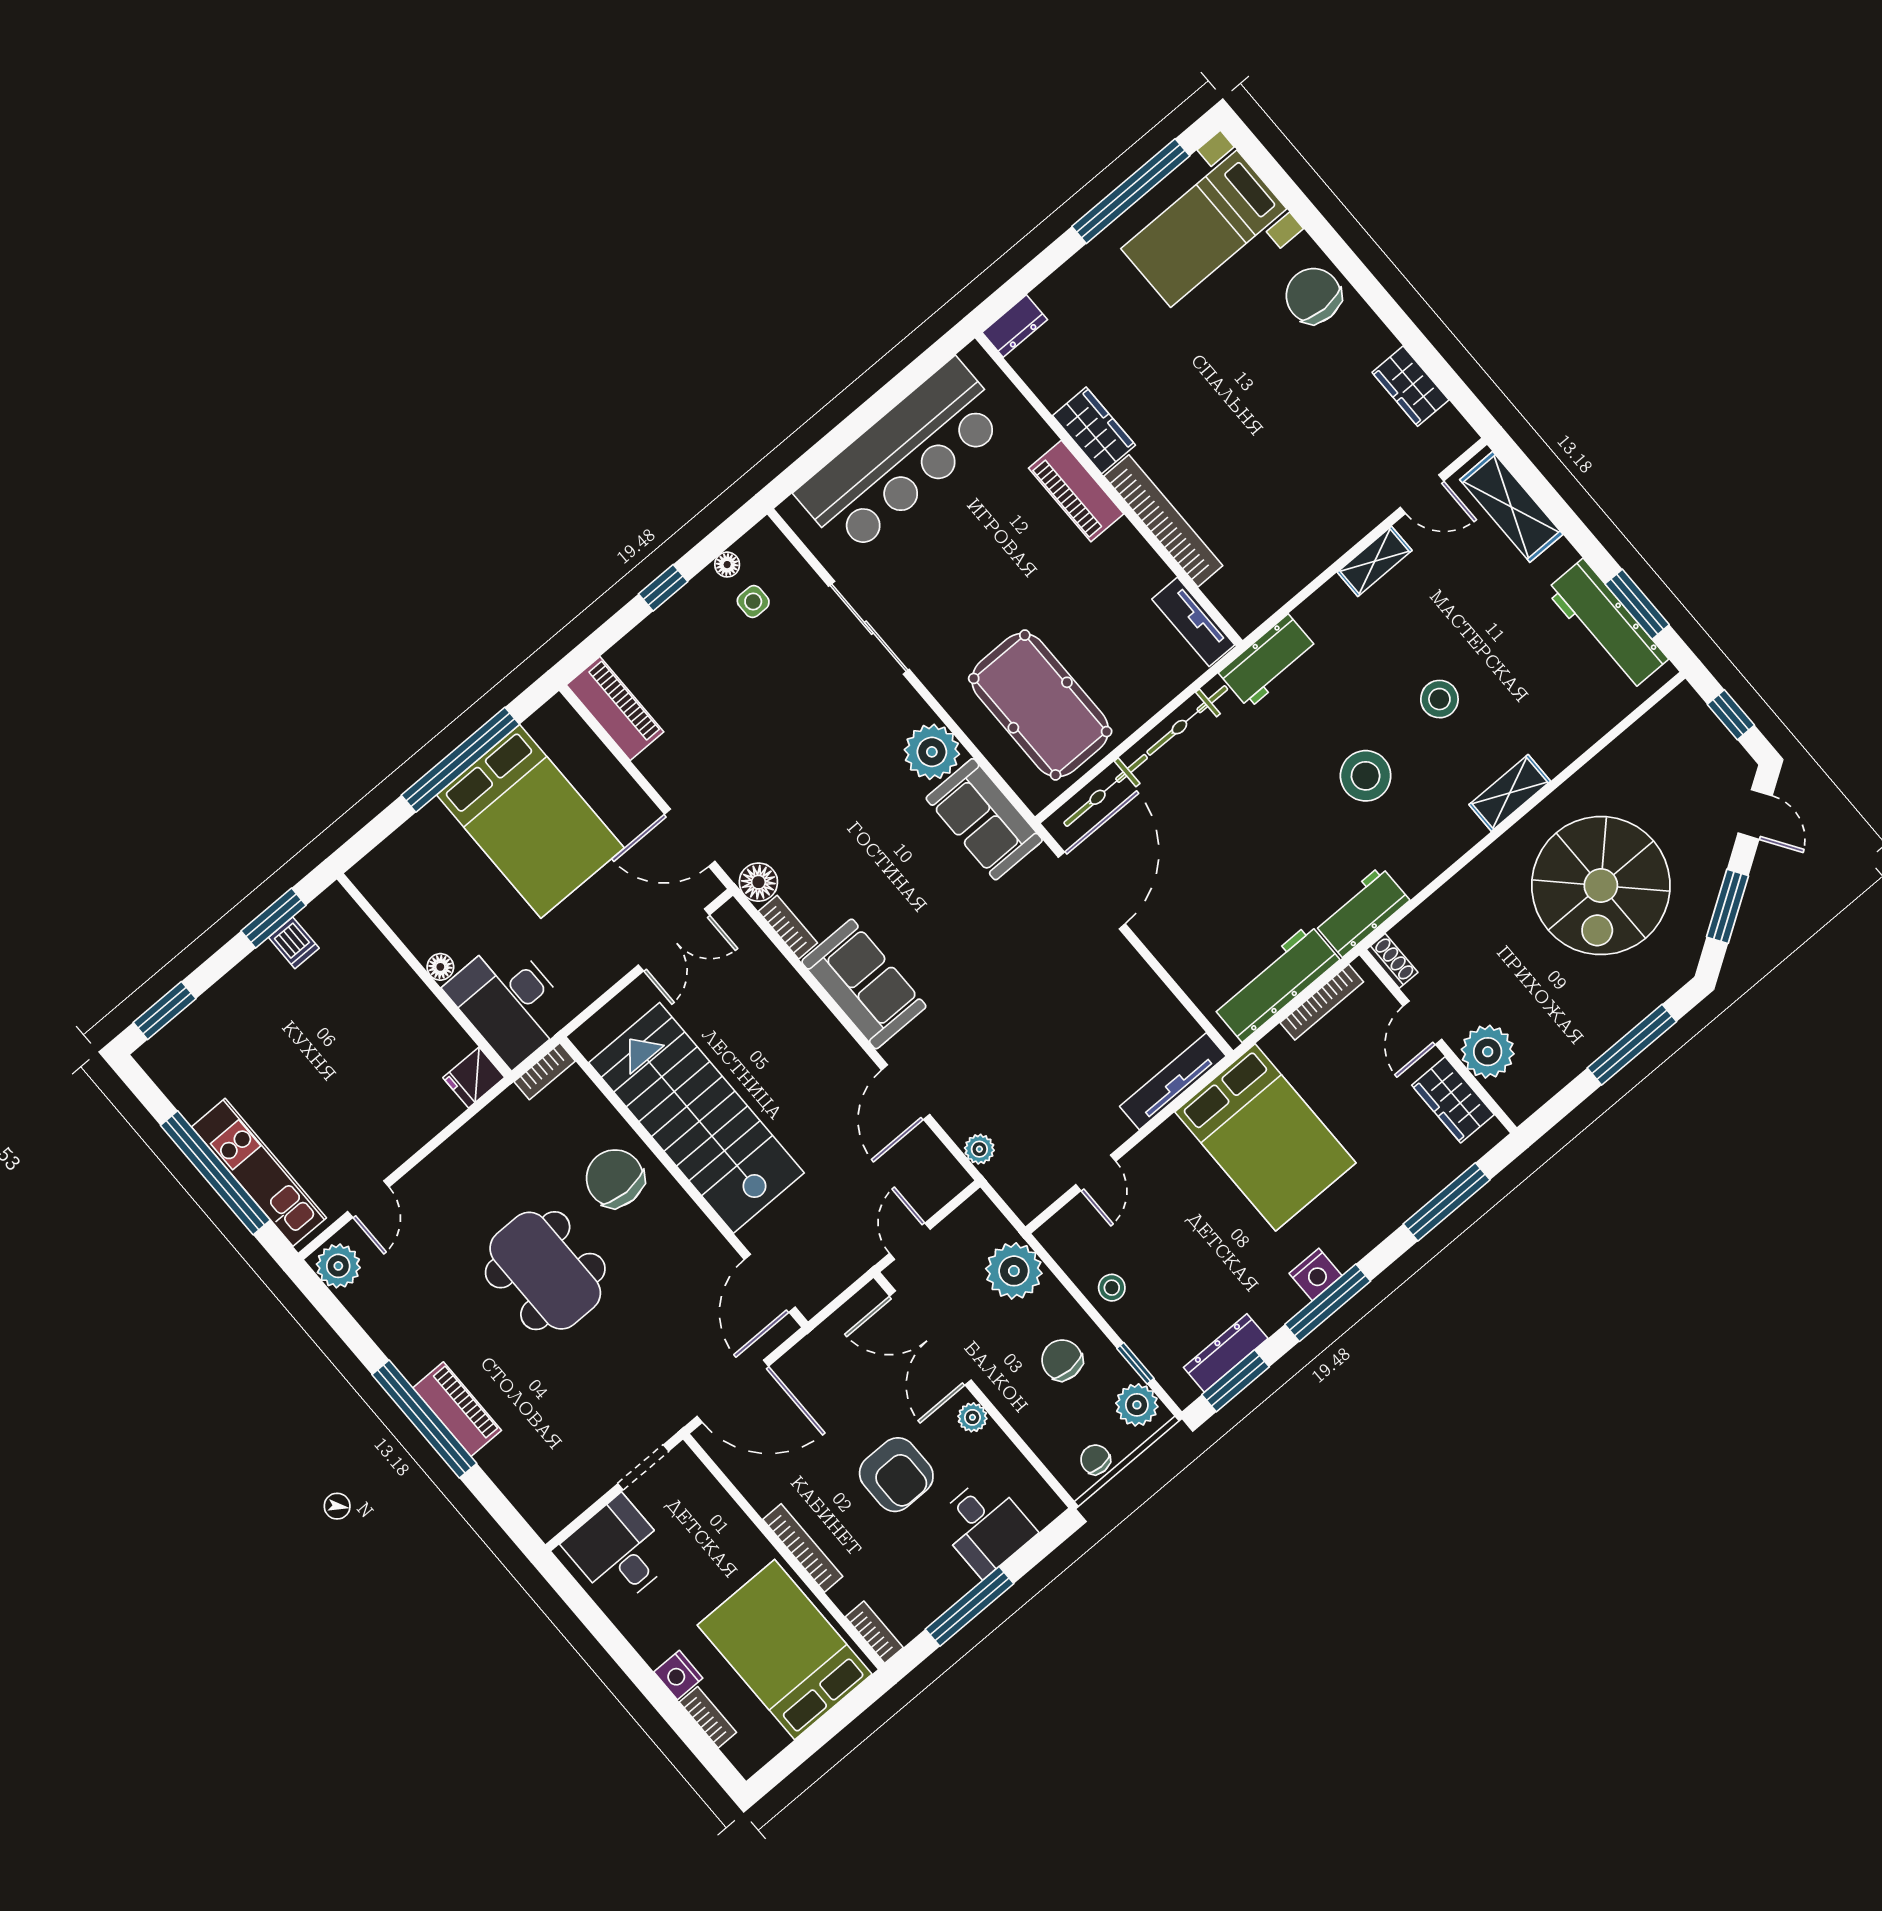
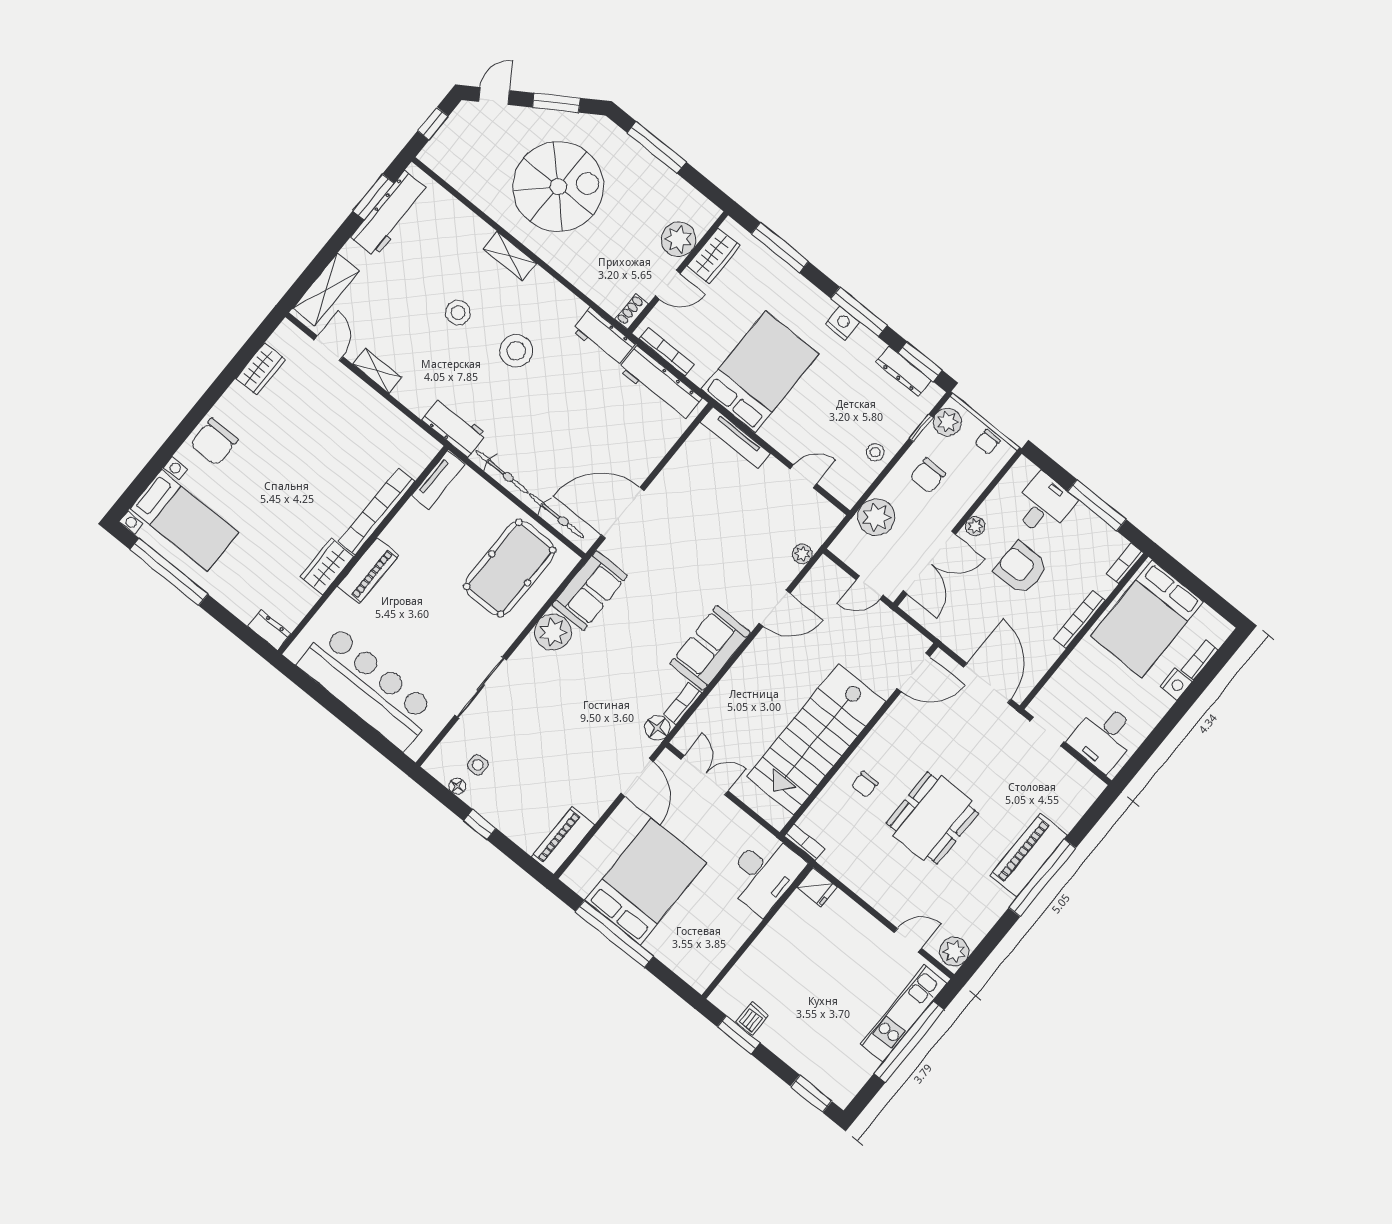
floor lamp: (440, 967) -> (750, 922), removed
chair: (615, 1178) -> (865, 784), width x0.54, depth x0.54
piano: (457, 1409) -> (1029, 855), width x1.37, depth x1.33
armchair: (896, 1475) -> (1021, 568), turned -90

